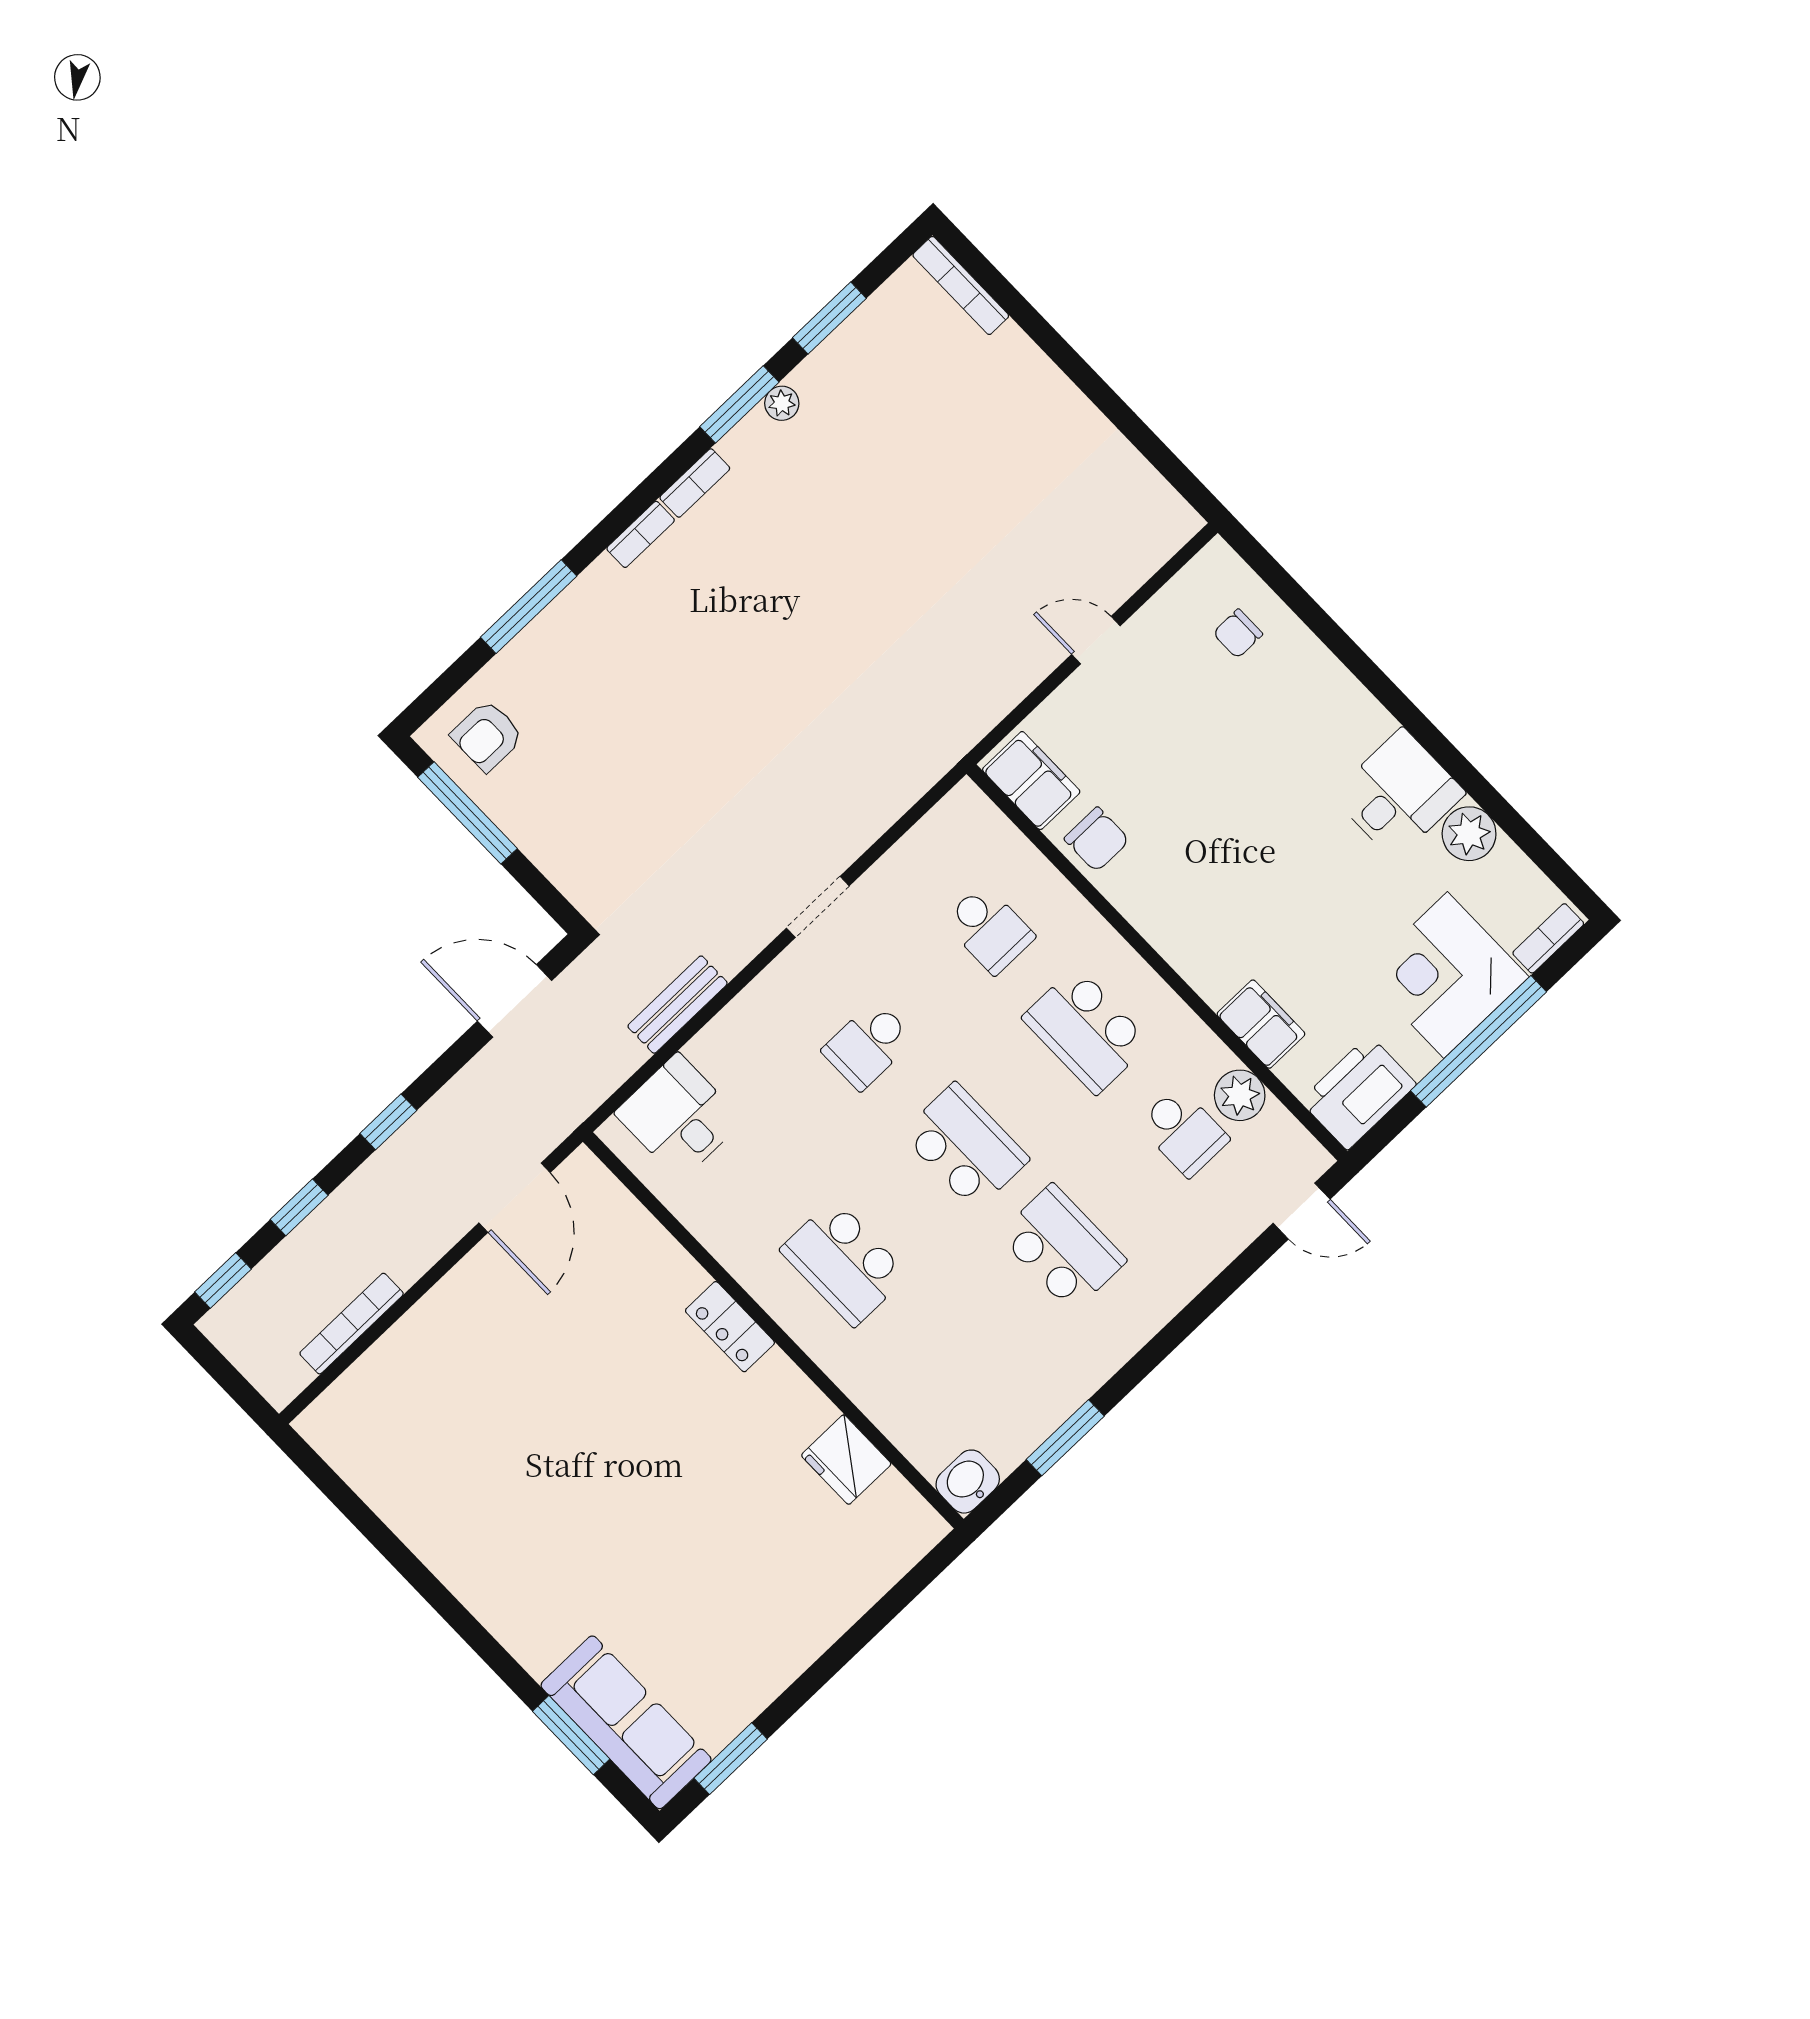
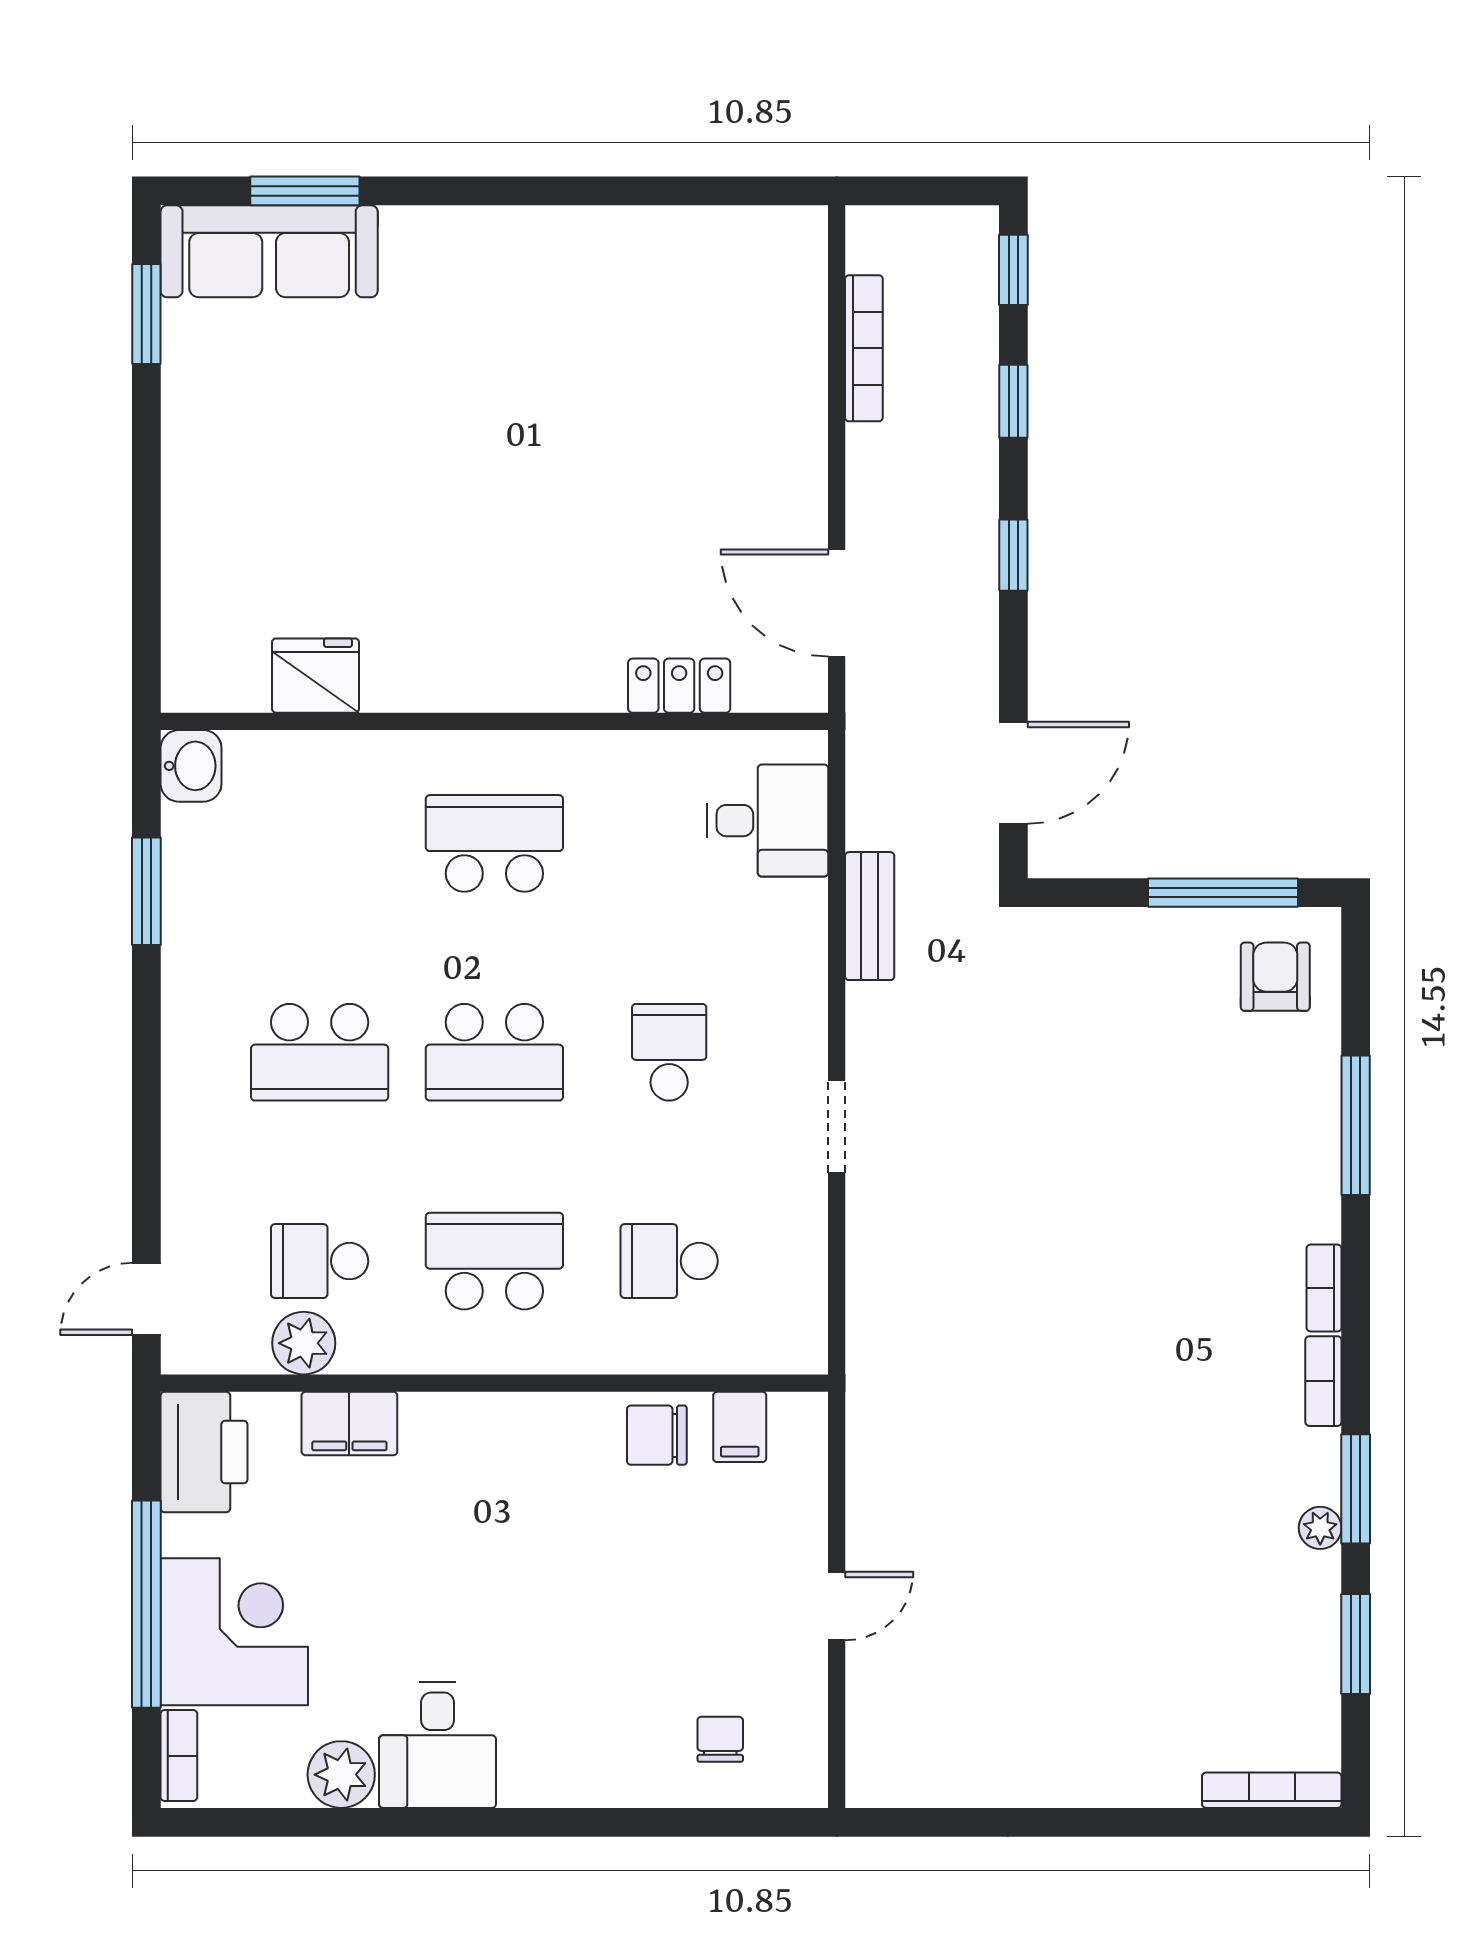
filing cabinet: (1031, 781) -> (740, 1427), width x0.50
locker: (730, 1327) -> (679, 686), moved

